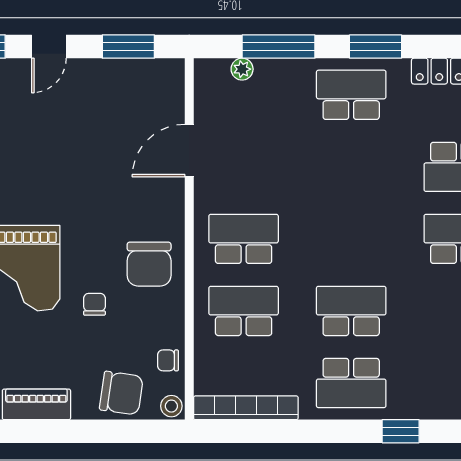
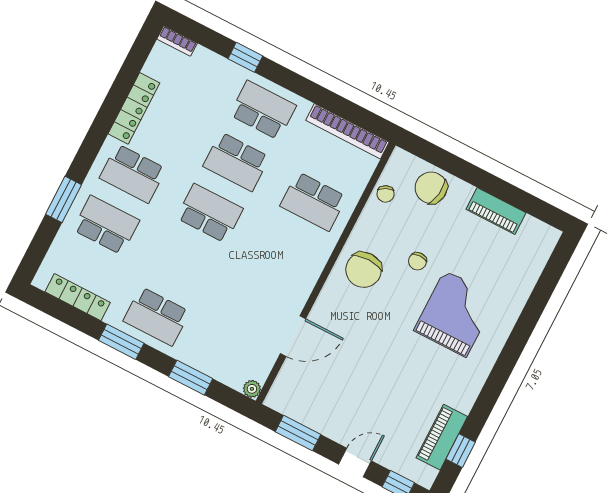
window: (279, 47) -> (191, 378), width x0.69
plant: (242, 69) -> (252, 389), moved
school desk: (244, 239) -> (210, 213), moved, turned 180
chair: (149, 264) -> (364, 270), turned 180
chair: (168, 360) -> (386, 194), turned 65
stool: (171, 406) -> (400, 160), removed

